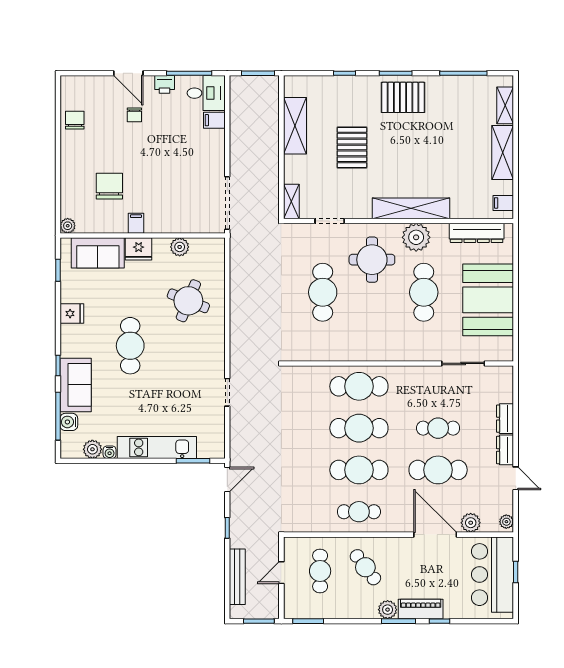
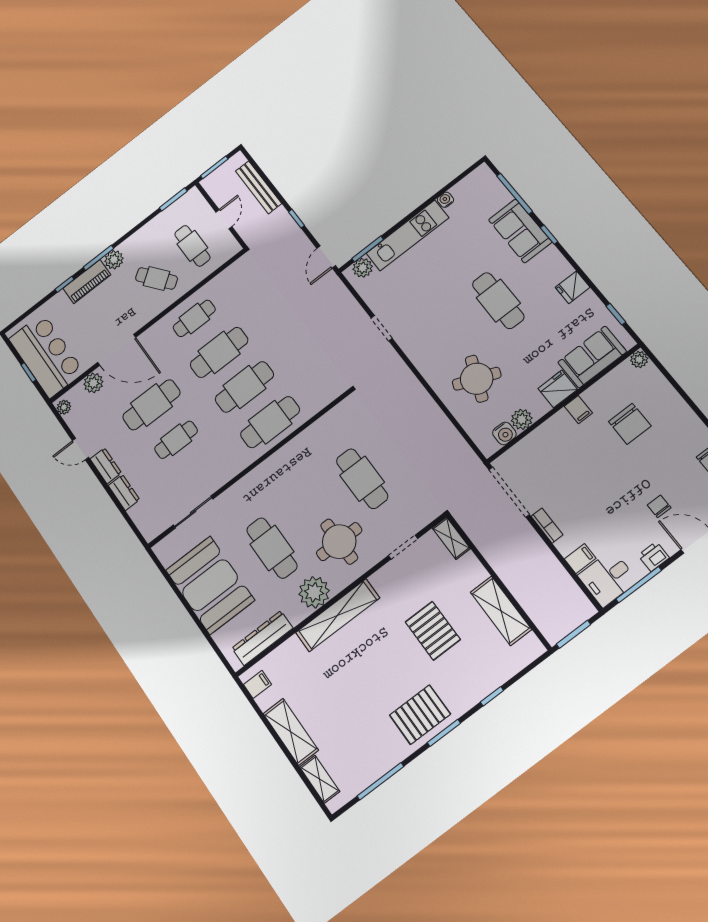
bookcase: (219, 160) -> (547, 526), added
water cooler: (69, 422) -> (504, 433), moved, turned 90
plant: (92, 449) -> (363, 268), moved

